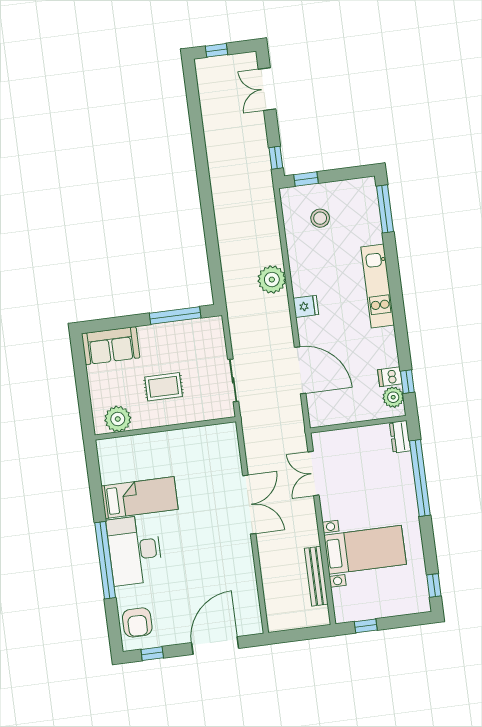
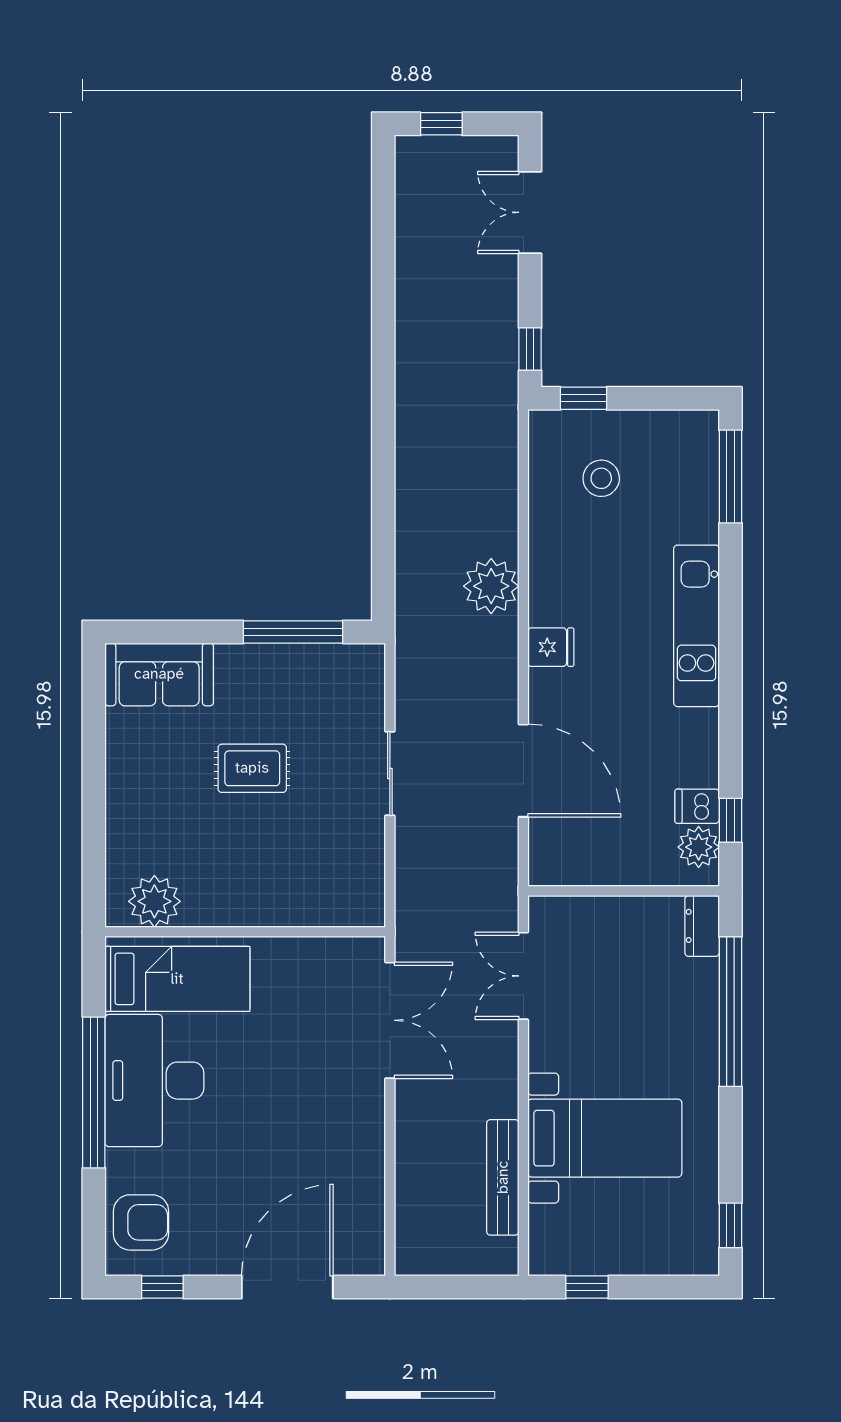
plant: (118, 419) -> (154, 901), moved
wall: (165, 428) -> (245, 932), moved
armchair: (137, 622) -> (141, 1222), turned -90

